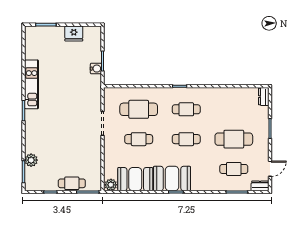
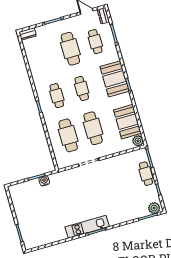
fridge: (74, 33) -> (20, 208), removed
kitchen unit: (32, 84) -> (87, 227), moved
cafe table: (139, 139) -> (93, 128), width x1.37, depth x1.35
plant: (31, 160) -> (154, 208), moved
booth: (172, 179) -> (115, 79), moved

